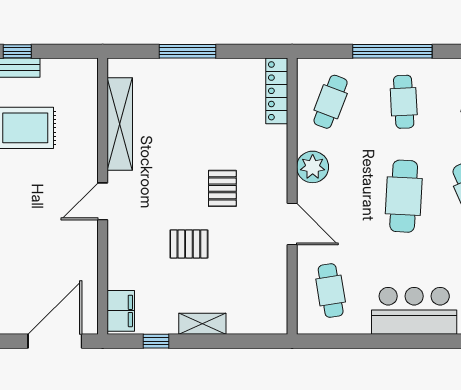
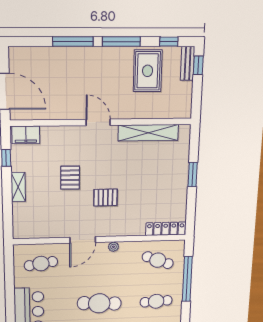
window: (188, 51) -> (193, 175), width x0.69
window: (392, 51) -> (187, 279), moved
plant: (313, 167) -> (113, 247), width x0.53, depth x0.53

